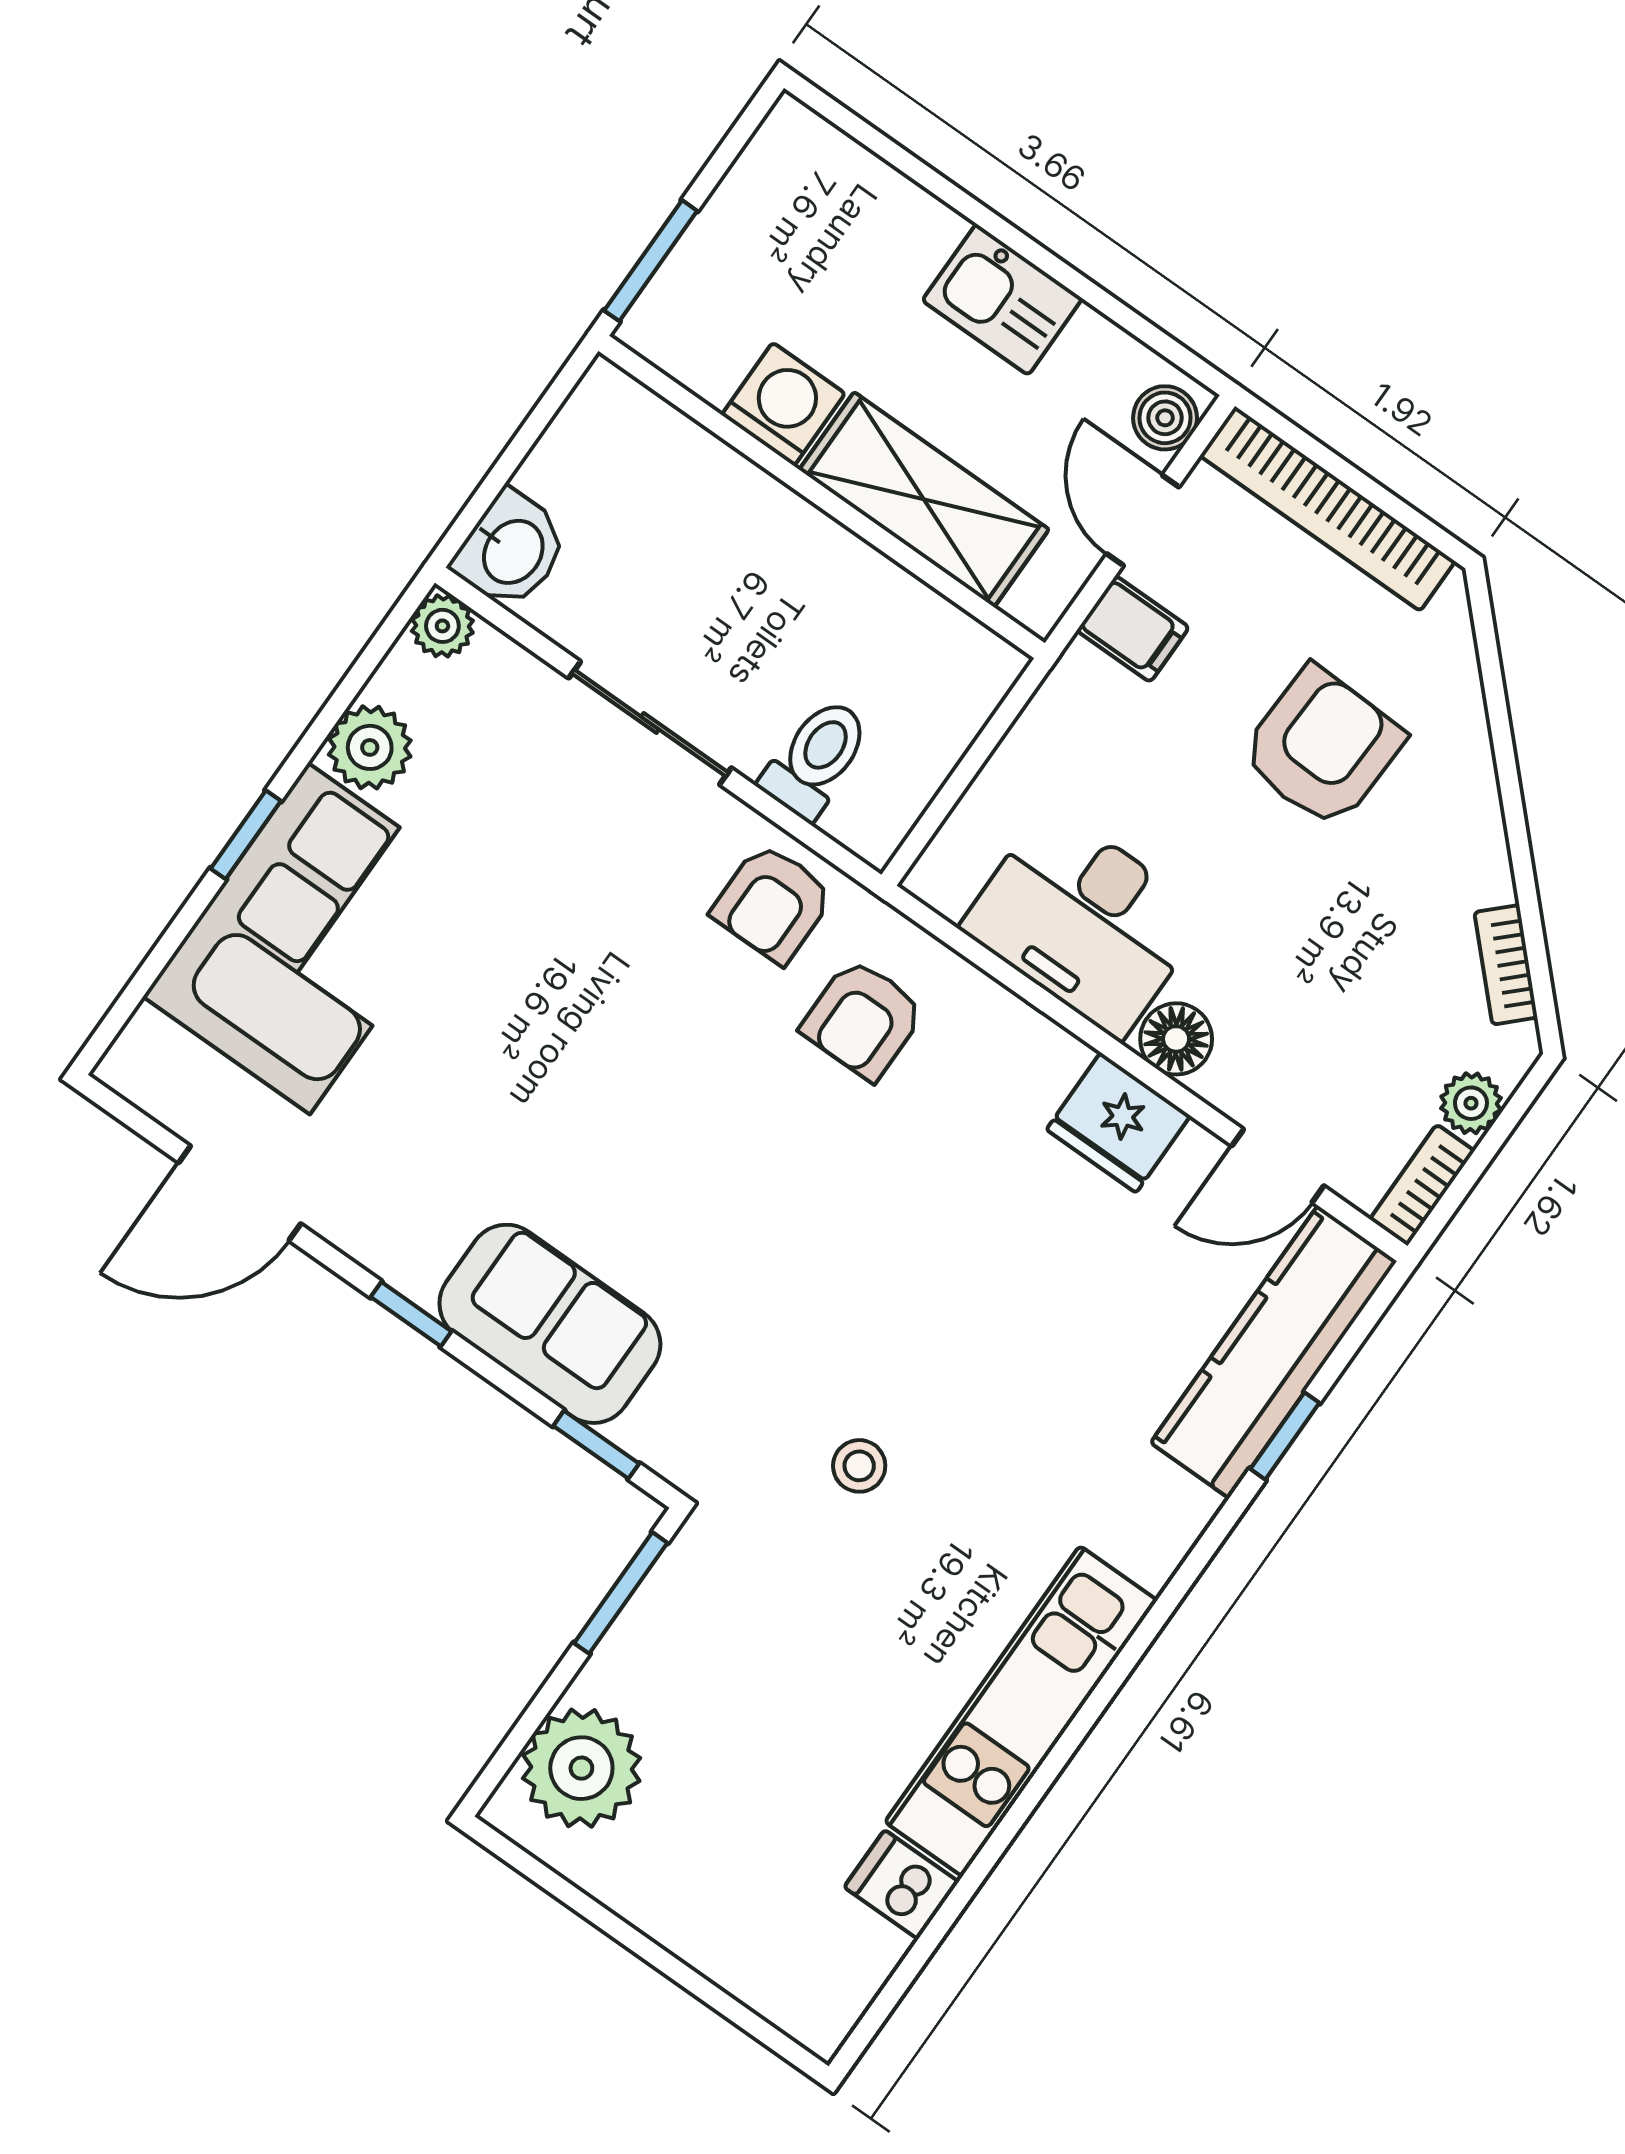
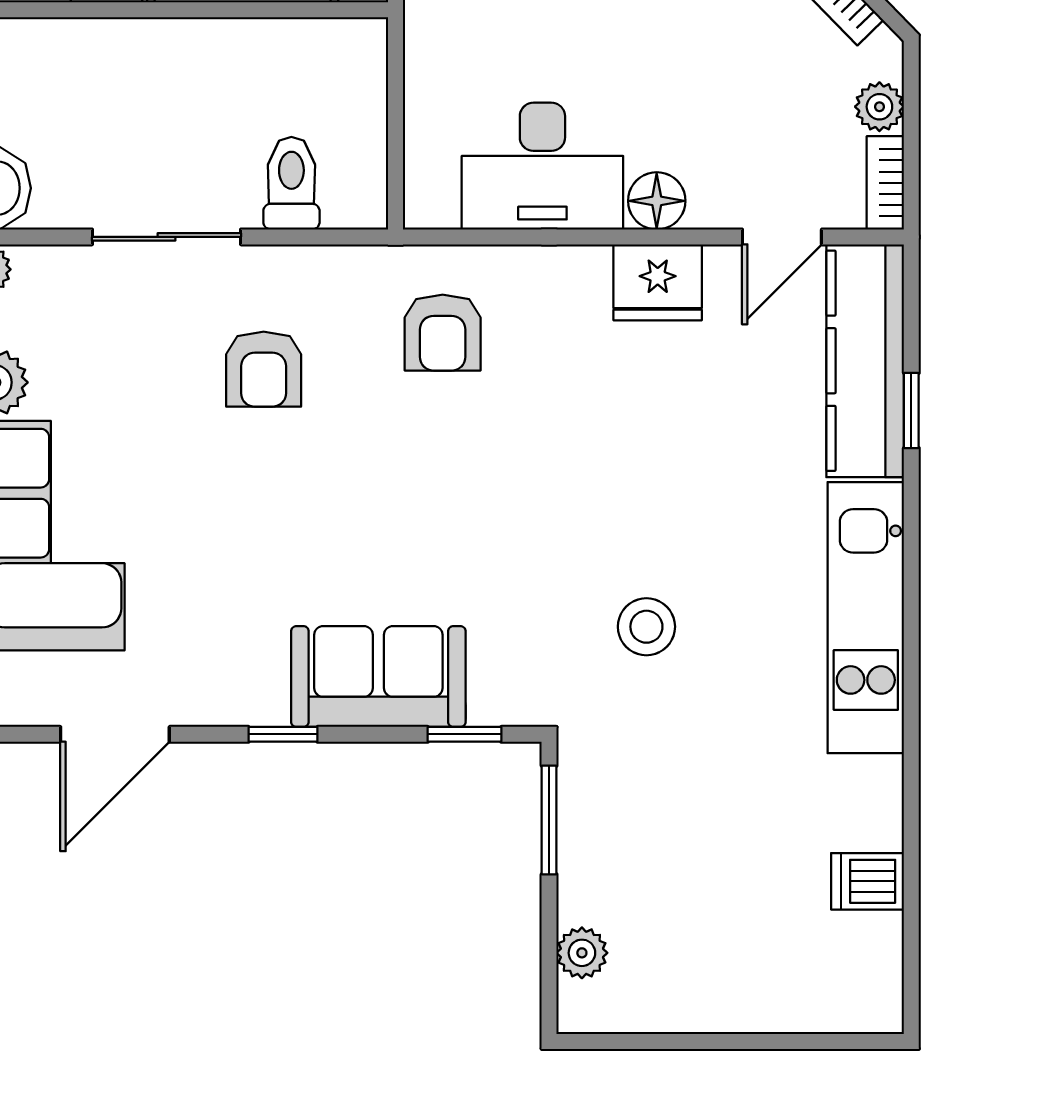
armchair: (773, 903) -> (264, 369), moved
stool: (859, 1466) -> (646, 627), width x1.37, depth x1.37
kitchen unit: (1021, 1711) -> (866, 618), moved
plant: (581, 1768) -> (582, 953), width x0.53, depth x0.53

